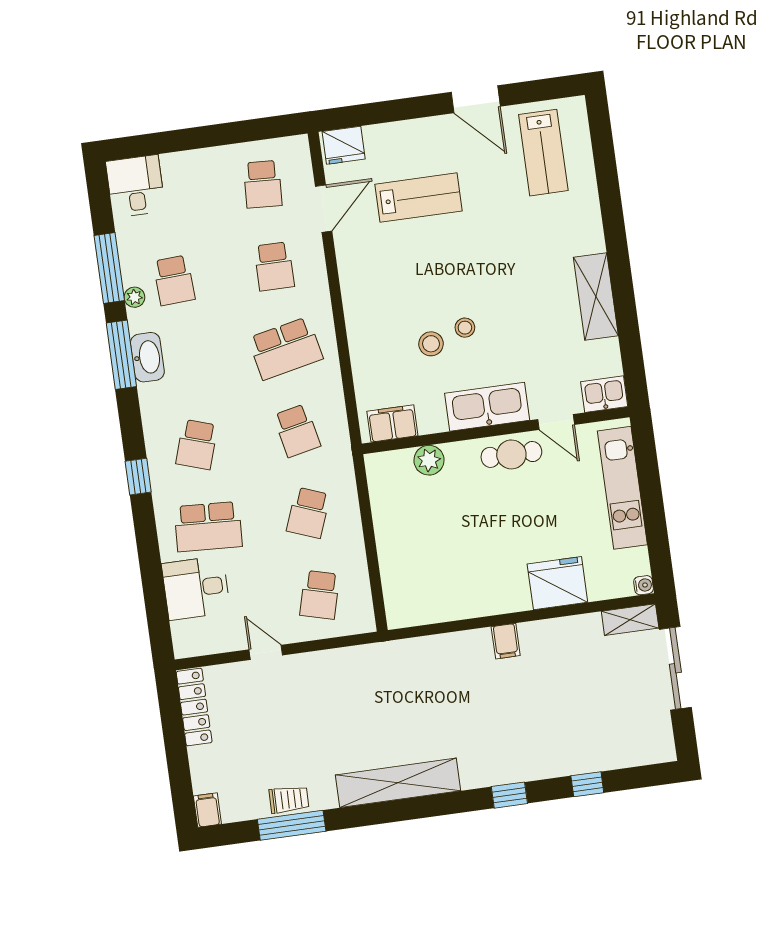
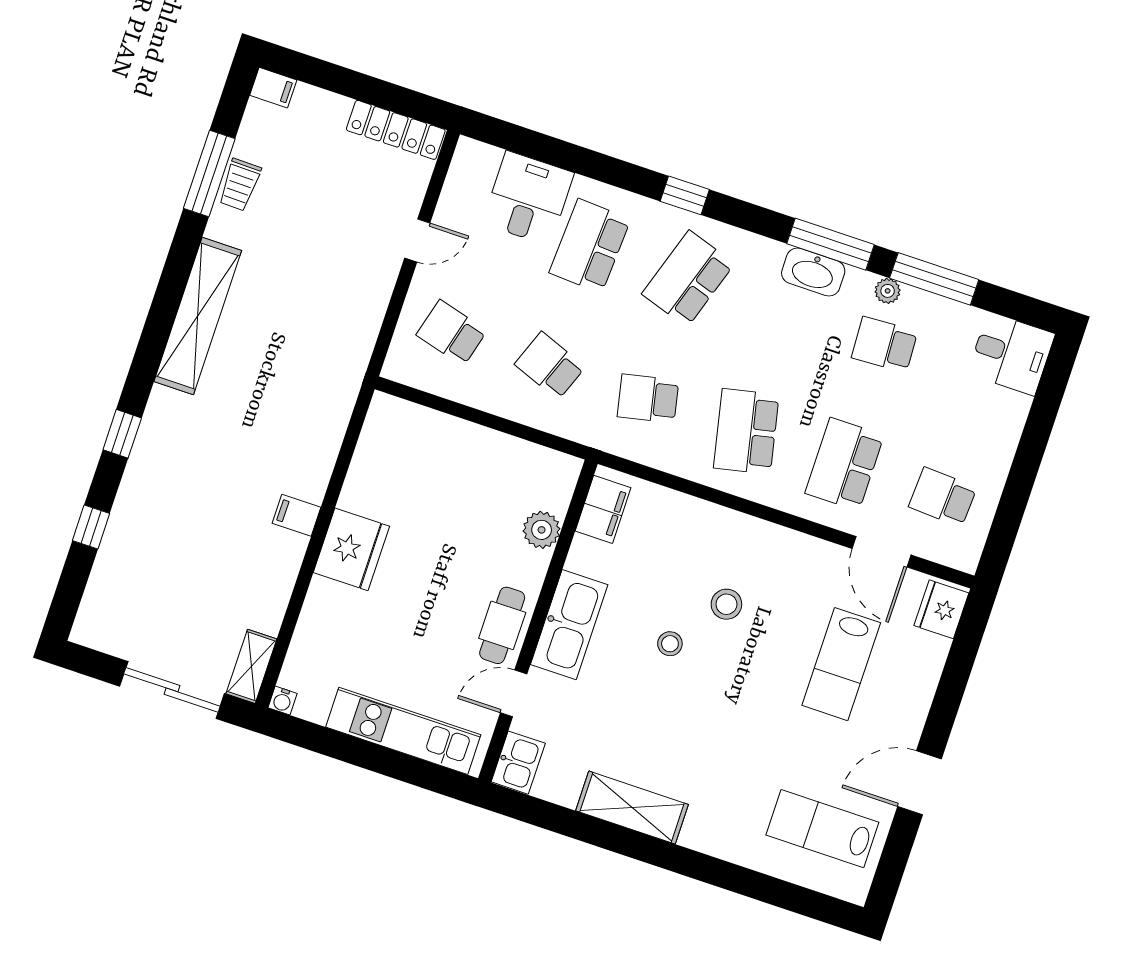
school desk: (274, 266) -> (844, 464), width x1.85
stool: (431, 344) -> (726, 604), moved
school desk: (197, 444) -> (688, 279), width x1.85
fridge: (557, 583) -> (351, 549), moved

